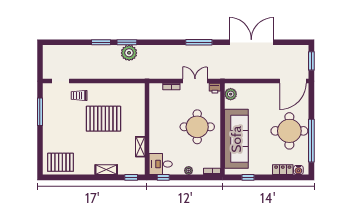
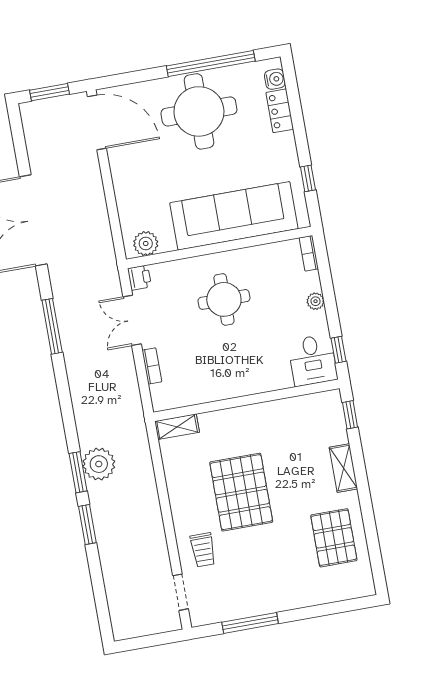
round table: (197, 127) -> (224, 299), width x0.73, depth x0.73
shelving: (140, 147) -> (177, 427), moved
pallet: (60, 162) -> (334, 538), moved

